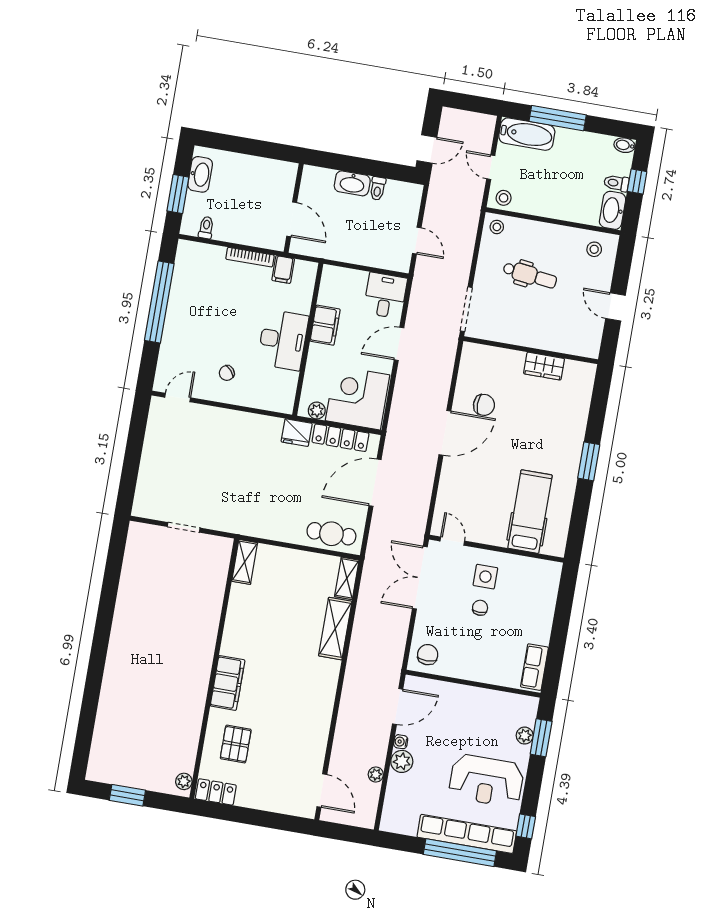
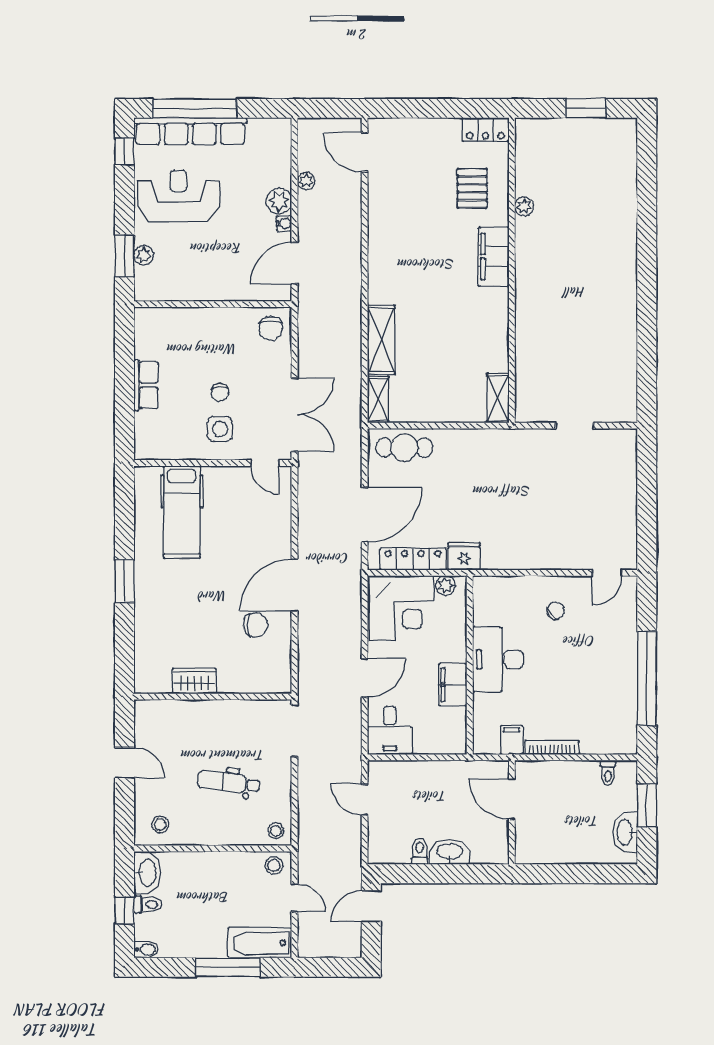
chair: (484, 405) -> (255, 625), turned 180
row of seats: (534, 667) -> (146, 385), moved
plant: (184, 781) -> (524, 206), moved

